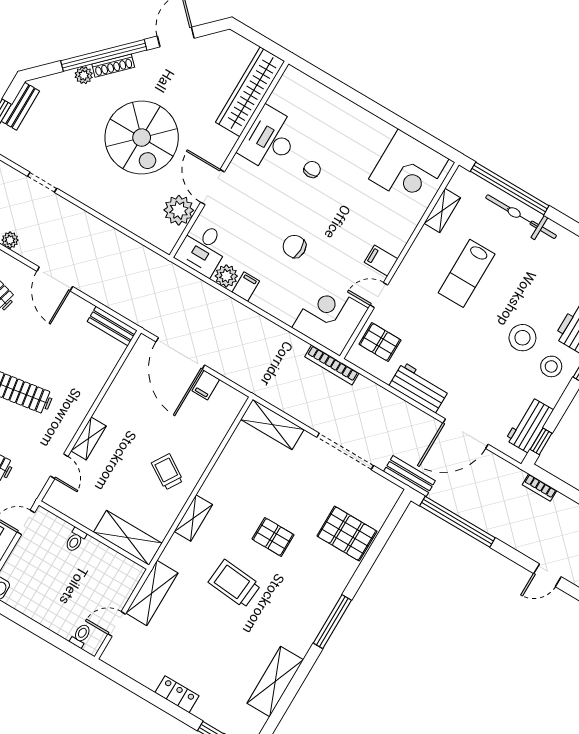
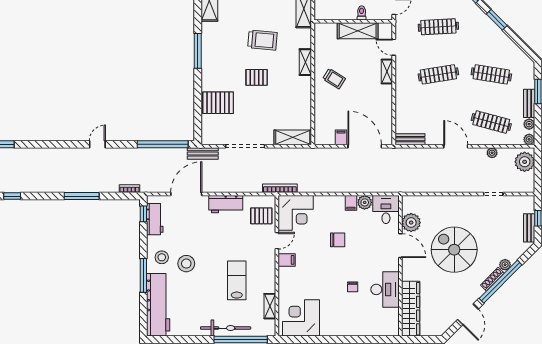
shelving: (128, 538) -> (358, 31), moved

